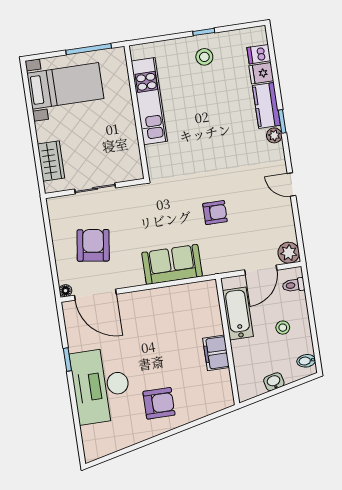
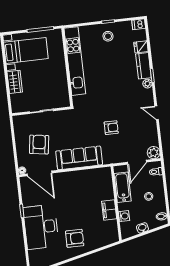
dishwasher: (259, 54) -> (139, 24), moved
kitchen unit: (149, 101) -> (75, 61), width x1.36
wardrobe: (51, 161) -> (15, 82), moved
sofa: (172, 264) -> (79, 158), width x1.36
washing machine: (242, 363) -> (124, 216), added

